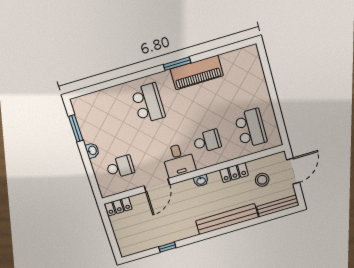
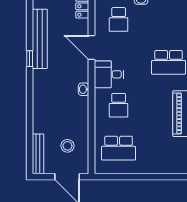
locker: (234, 173) -> (82, 122), removed
bench: (227, 219) -> (40, 39), moved
window: (167, 247) -> (30, 59), moved

